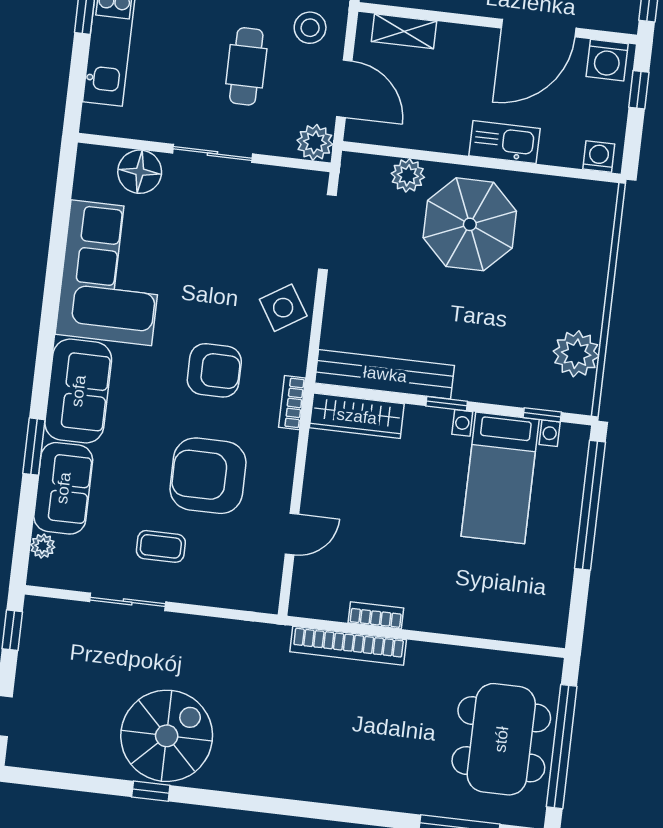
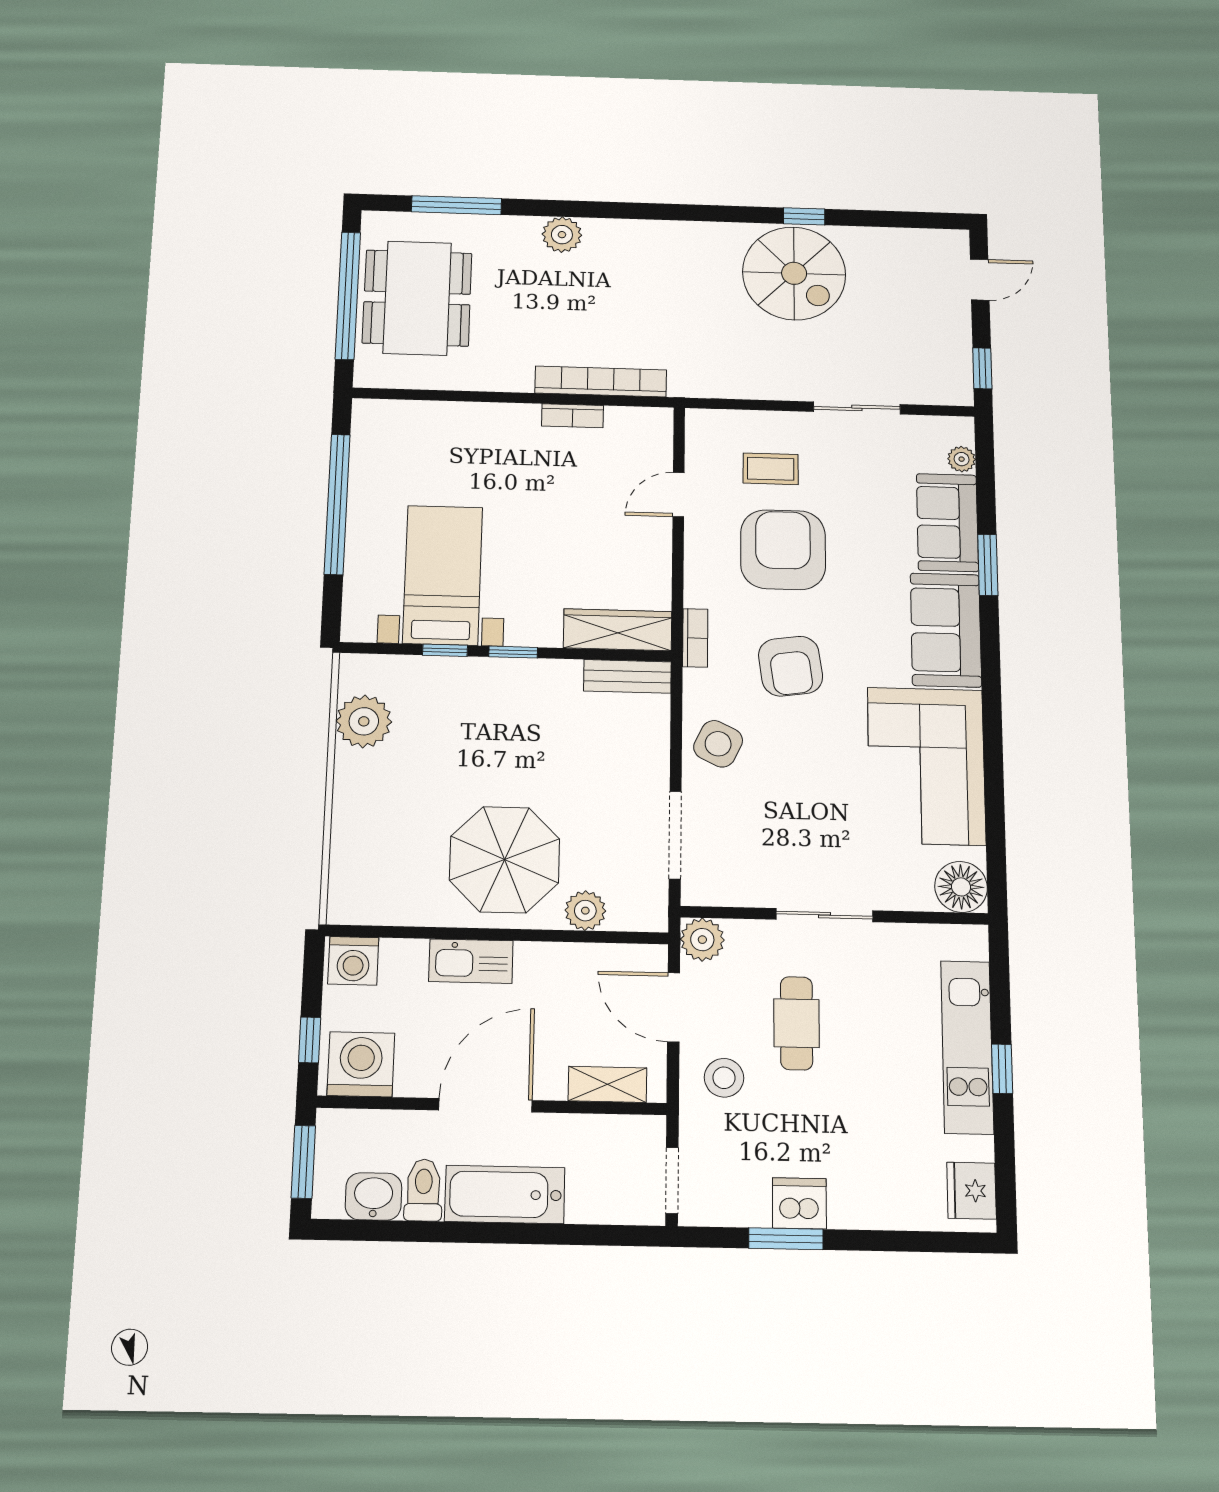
door: (539, 28) -> (486, 1105), moved
washing machine: (607, 60) -> (361, 1064), width x1.37, depth x1.37
washing machine: (599, 157) -> (353, 961), width x1.38, depth x1.38
floor lamp: (140, 172) -> (961, 887), moved
side table: (283, 308) -> (718, 744), turned -32
armchair: (214, 370) -> (791, 666), turned -98
bench: (385, 374) -> (627, 676), width x0.54, depth x0.82
window: (542, 415) -> (445, 650), moved
armchair: (208, 476) -> (783, 550), turned -90
window: (590, 505) -> (337, 504), moved
coffee table: (161, 546) -> (771, 469), moved
spiral stairs: (167, 736) -> (794, 273), turned -90
plant: (368, 791) -> (562, 235), added

